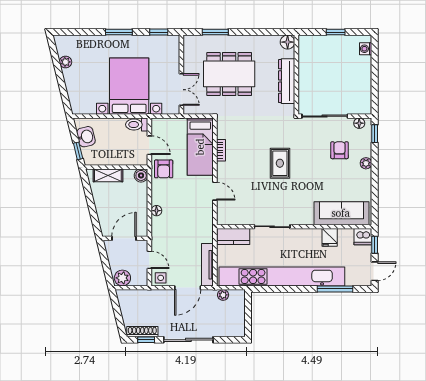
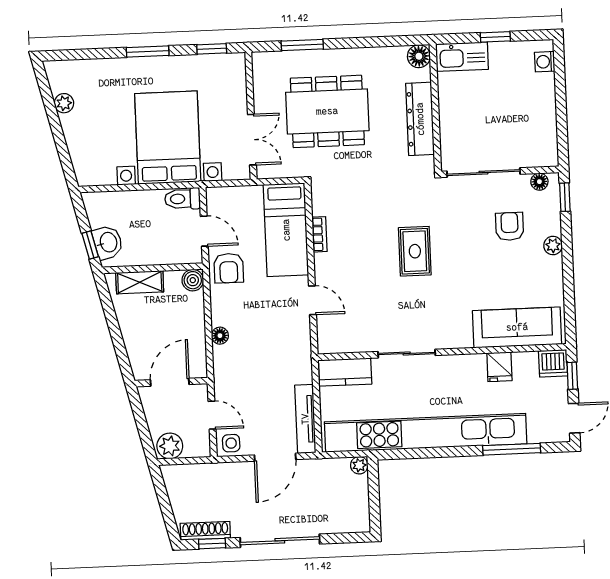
kitchen sink: (314, 43) -> (462, 57), added
washbasin: (86, 137) -> (108, 242), moved
plant: (223, 295) -> (359, 465), moved

